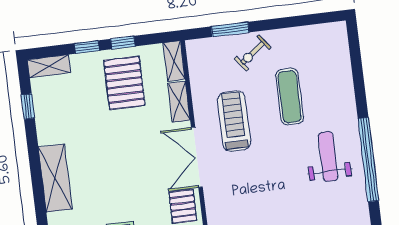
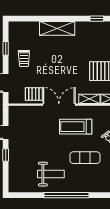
treadmill: (234, 121) -> (76, 127), turned 180
window: (368, 160) -> (66, 195), moved

